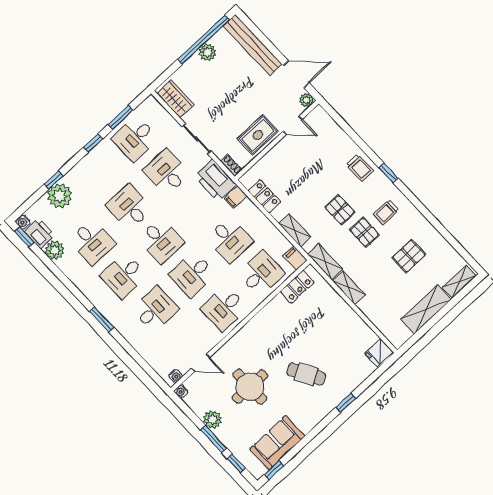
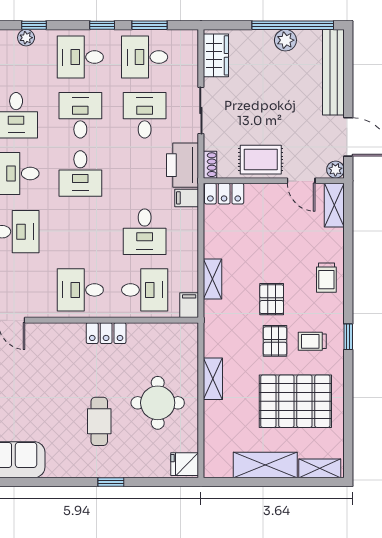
window: (388, 173) -> (348, 337), moved
plant: (60, 196) -> (26, 38), width x0.53, depth x0.53
locker: (264, 196) -> (224, 194), moved, turned 90
pallet: (409, 256) -> (295, 401), width x2.05, depth x2.00
shelving: (325, 262) -> (334, 205), moved
desk: (192, 274) -> (80, 57), moved
locker: (297, 287) -> (106, 333), moved
cafe table: (306, 374) -> (99, 421), turned 30
round table: (250, 387) -> (158, 403), moved

